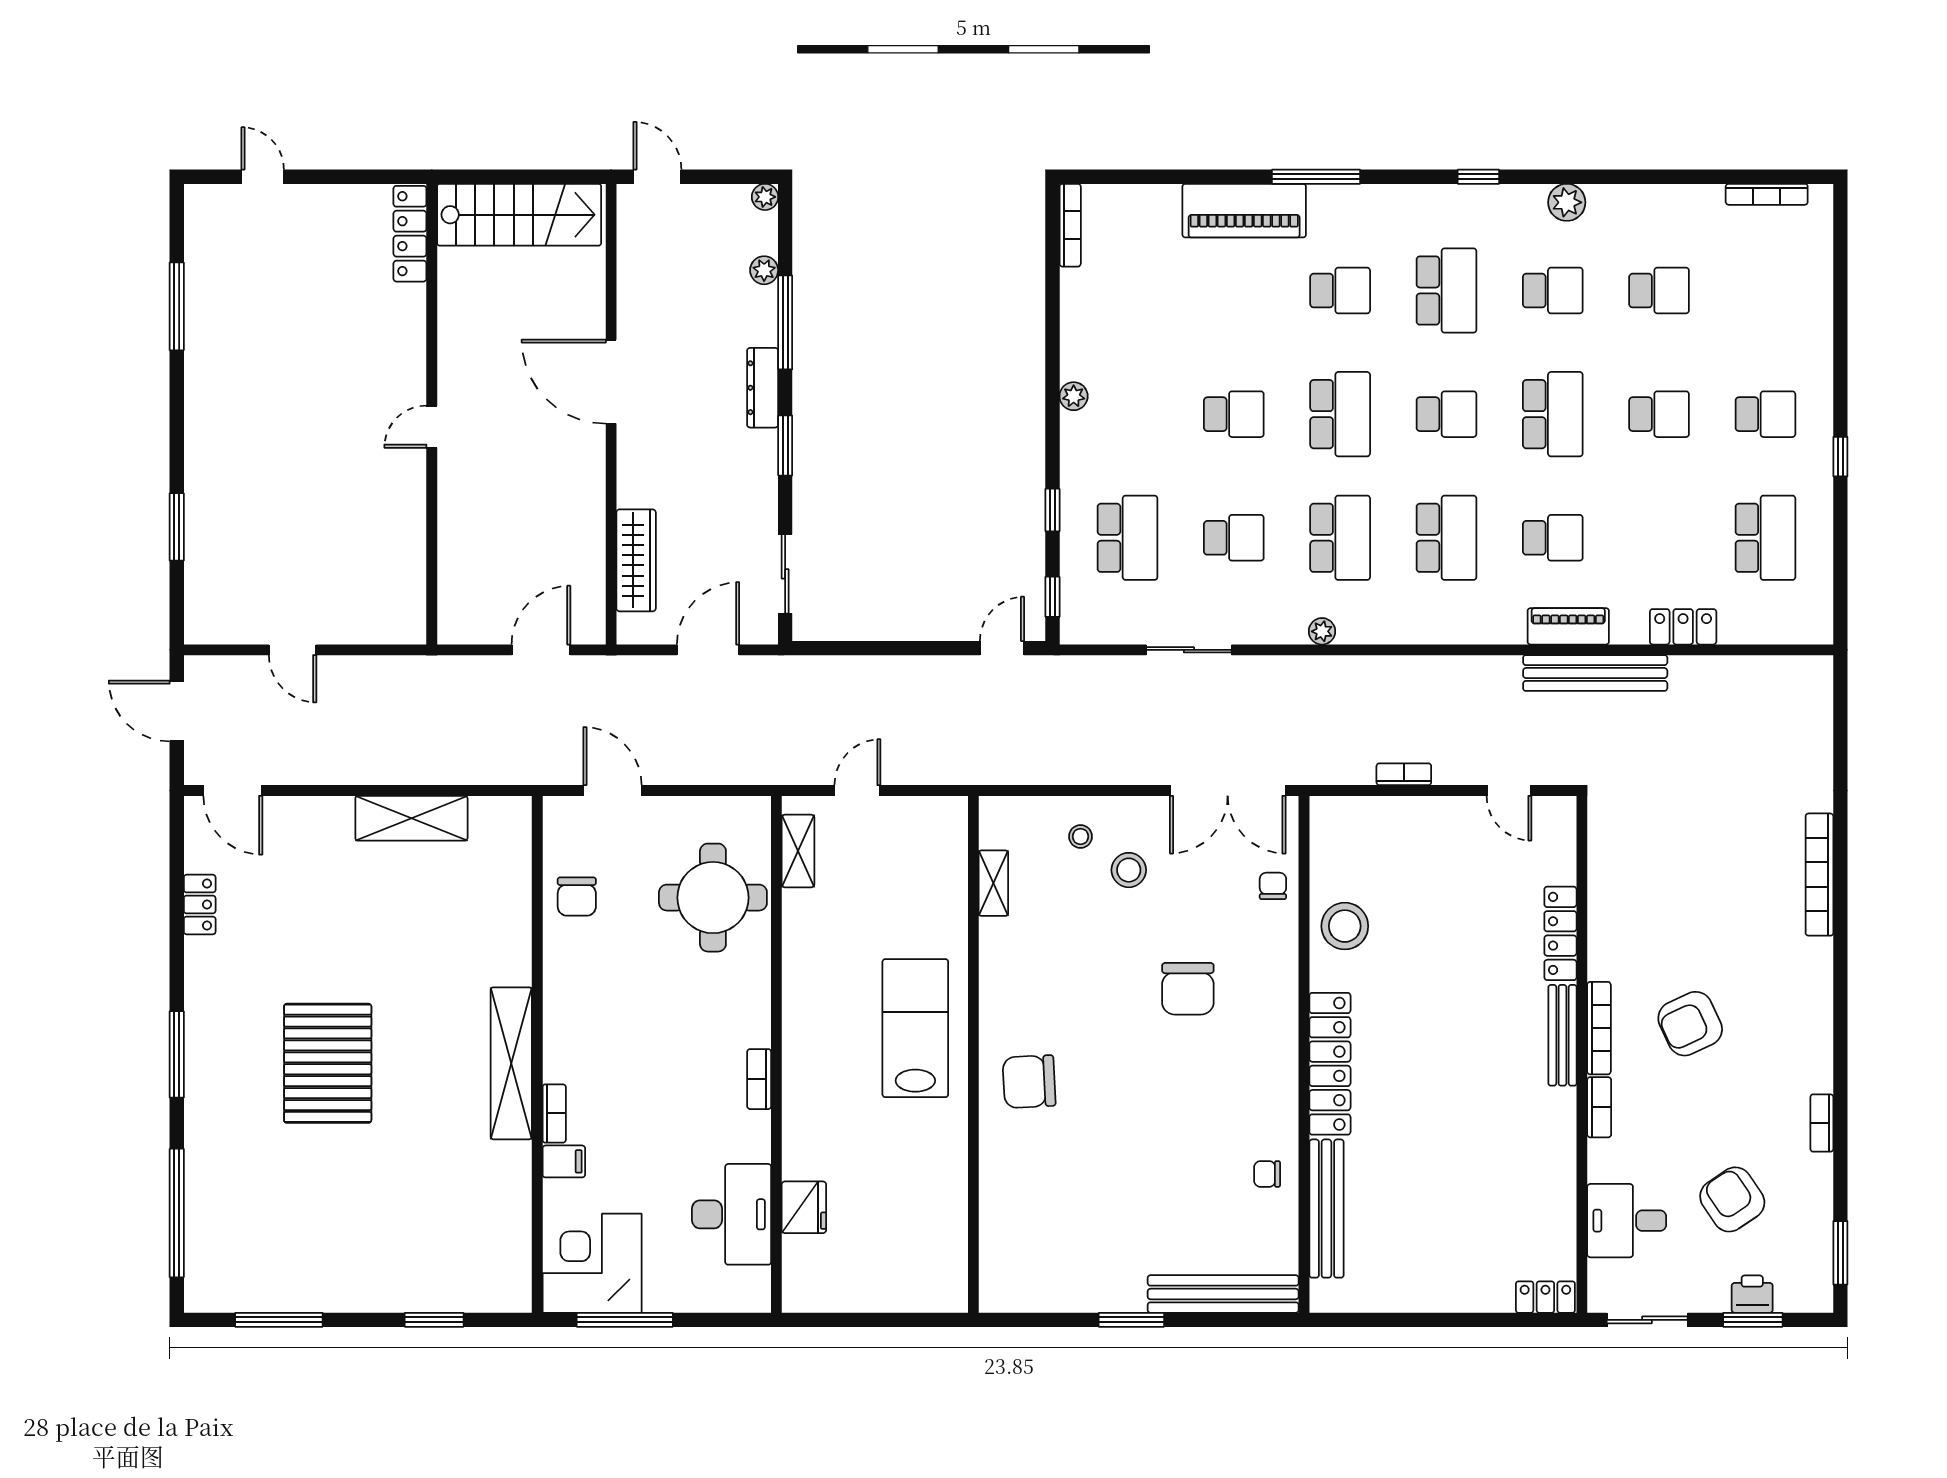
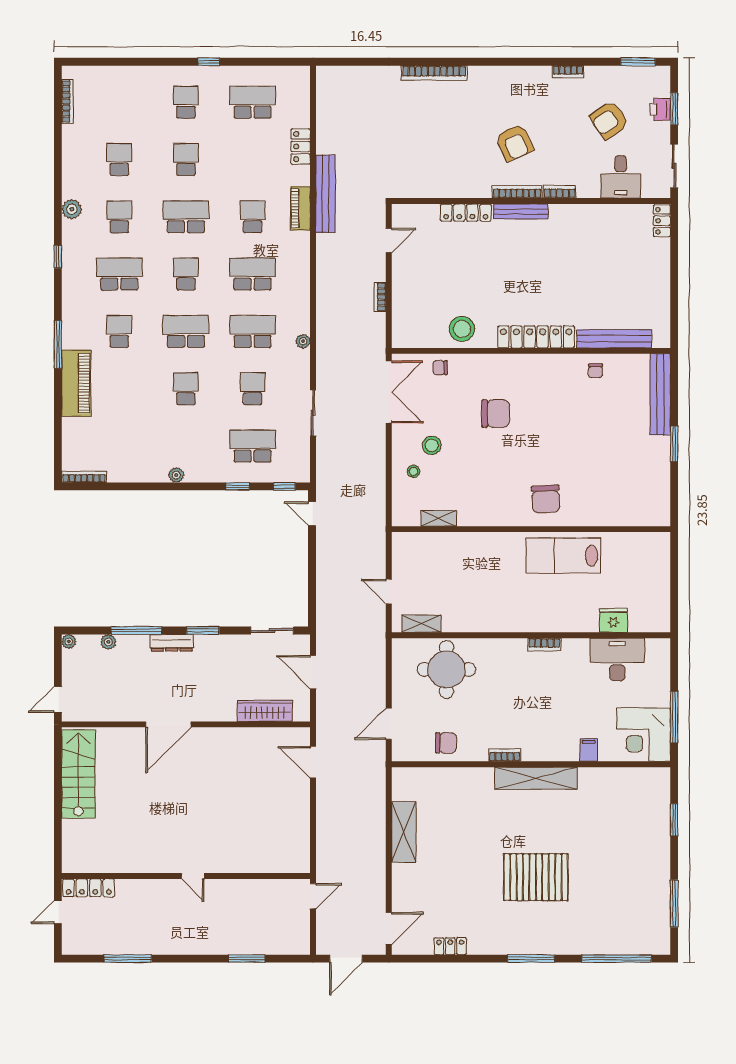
locker: (410, 234) -> (89, 888), moved
wall: (432, 414) -> (186, 876), moved
door: (432, 427) -> (193, 876), moved
lab bench: (915, 1028) -> (563, 556), moved
bookcase: (554, 1113) -> (504, 755), moved

